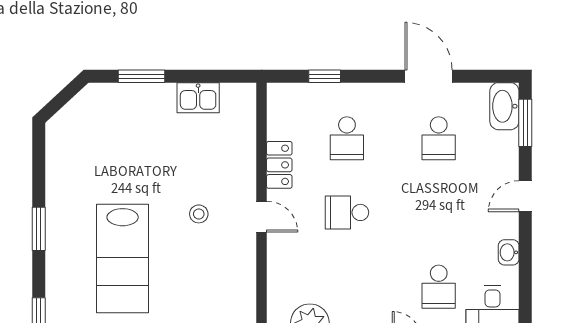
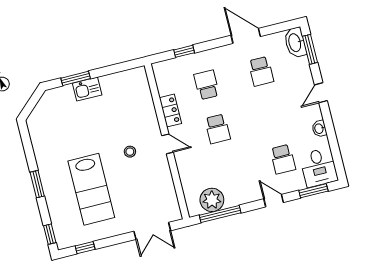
kitchen sink: (198, 98) -> (87, 89), moved
school desk: (347, 138) -> (207, 85), turned 180
school desk: (347, 212) -> (218, 129), turned -90

